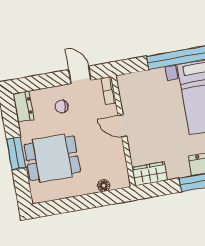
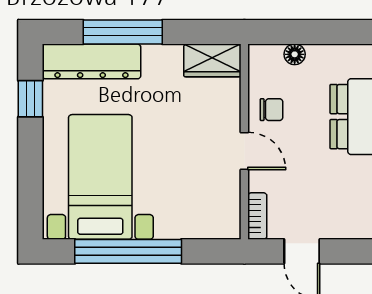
chair: (62, 106) -> (271, 110), moved

